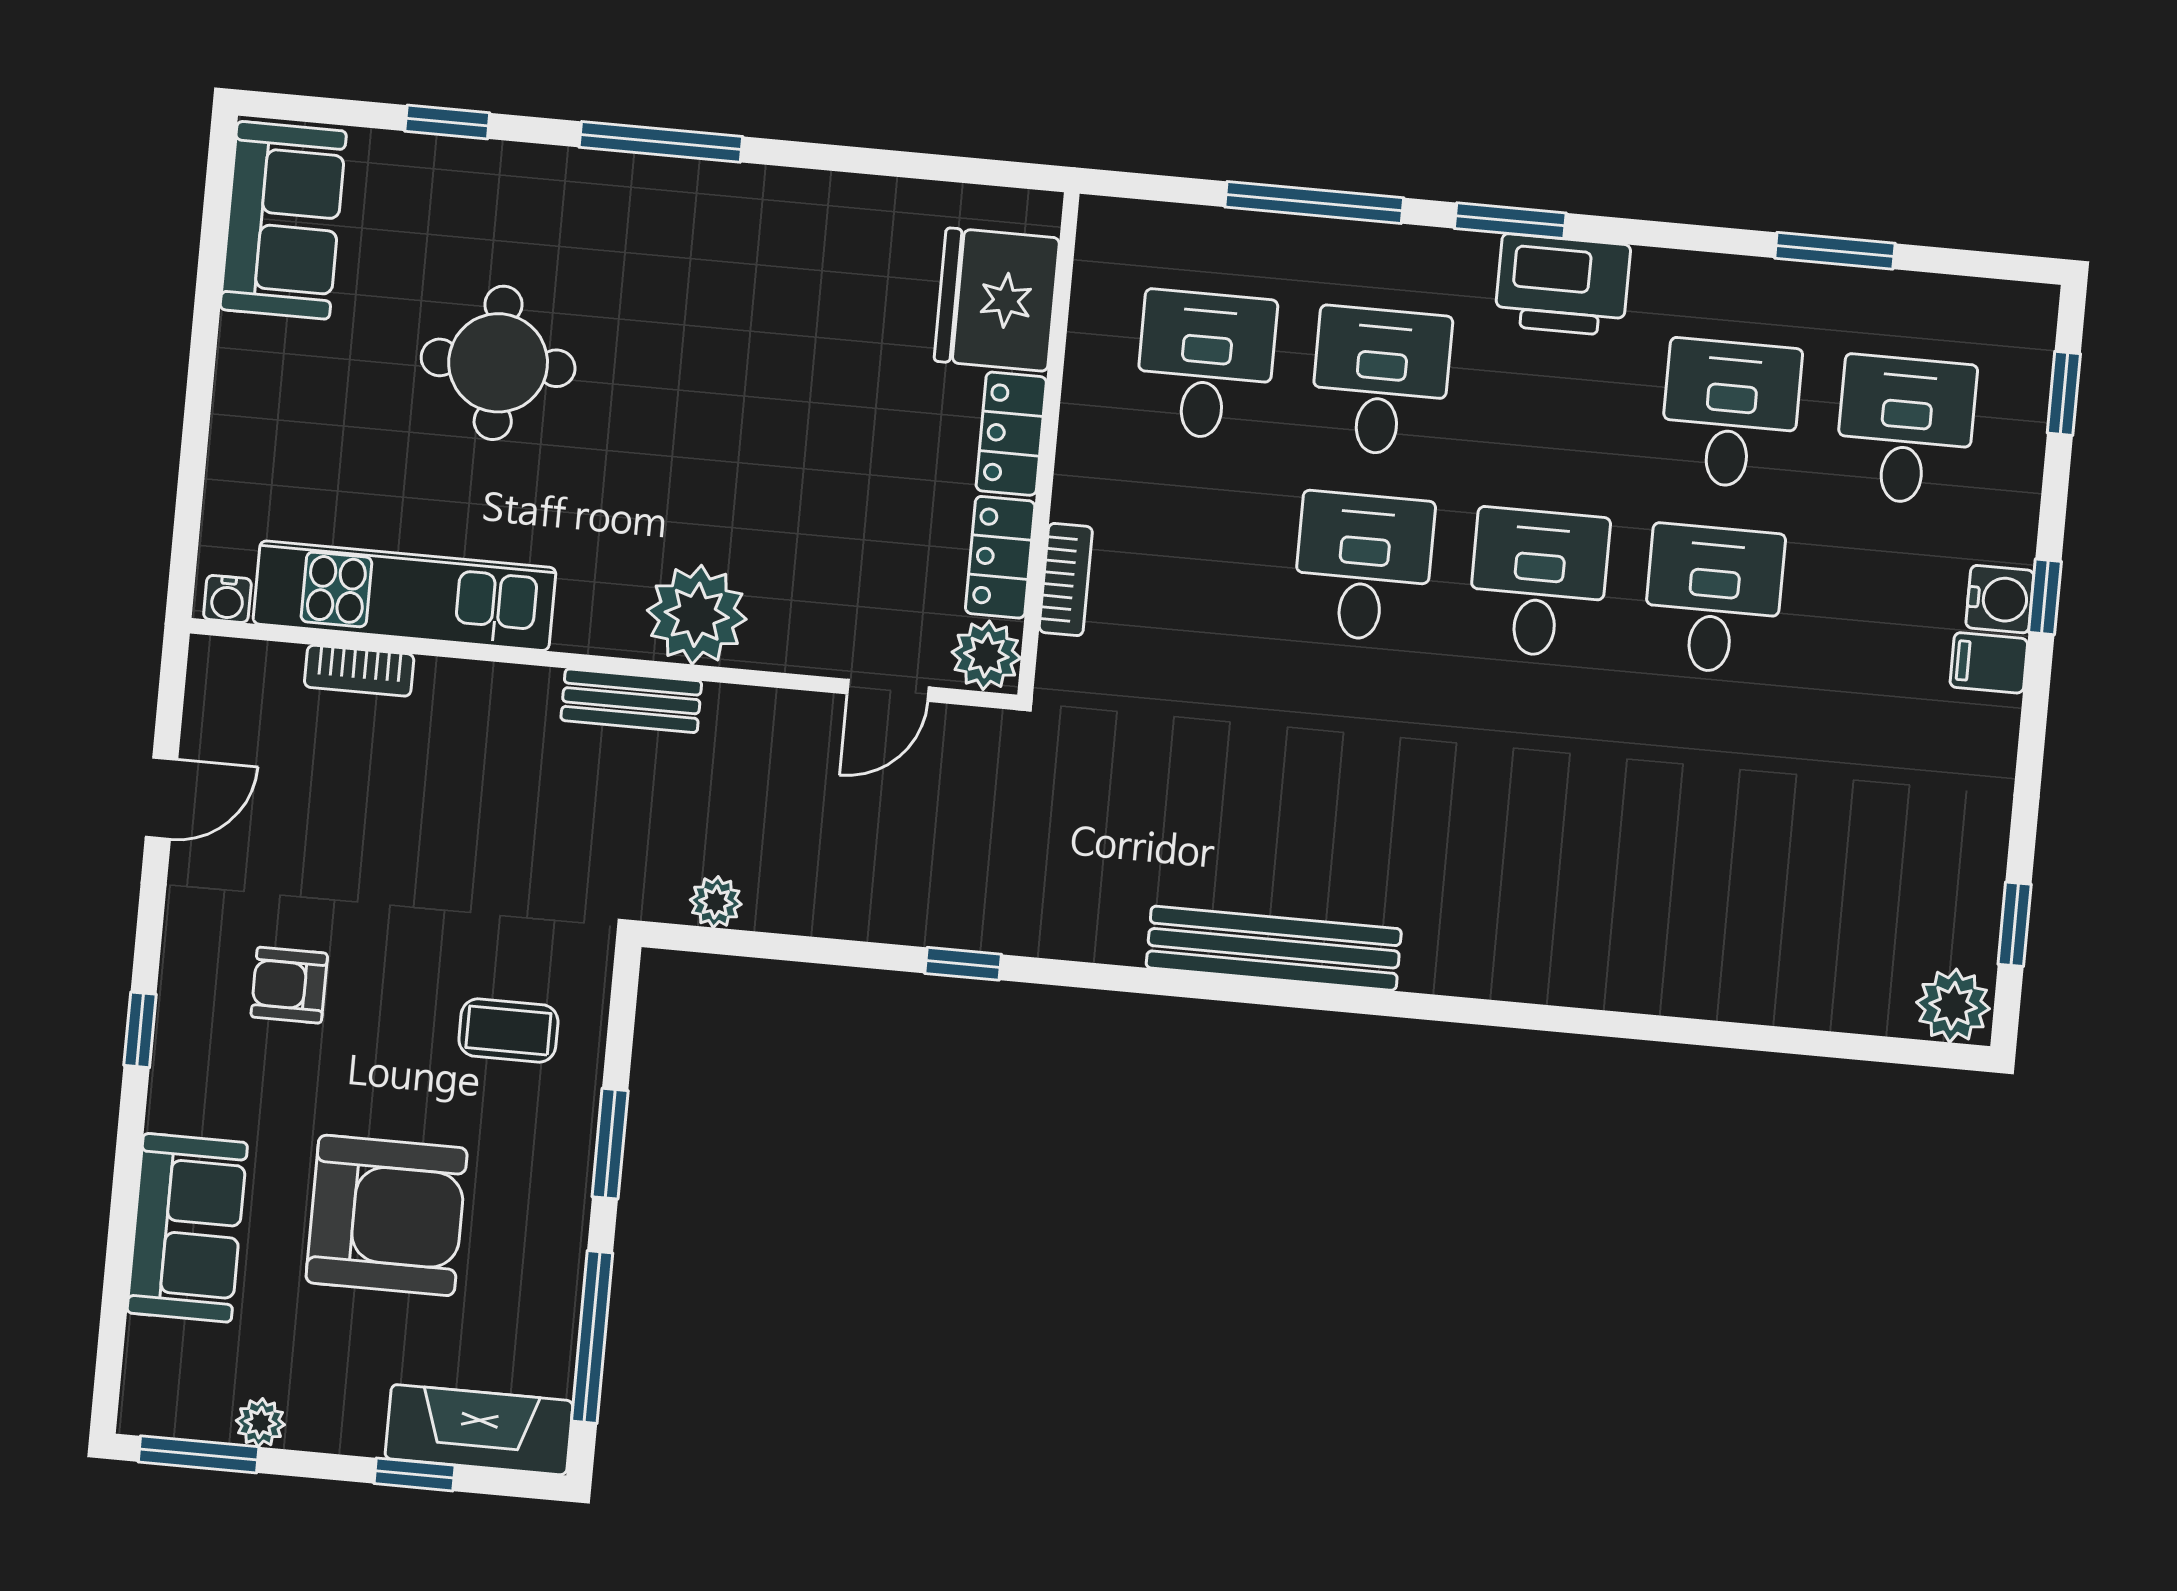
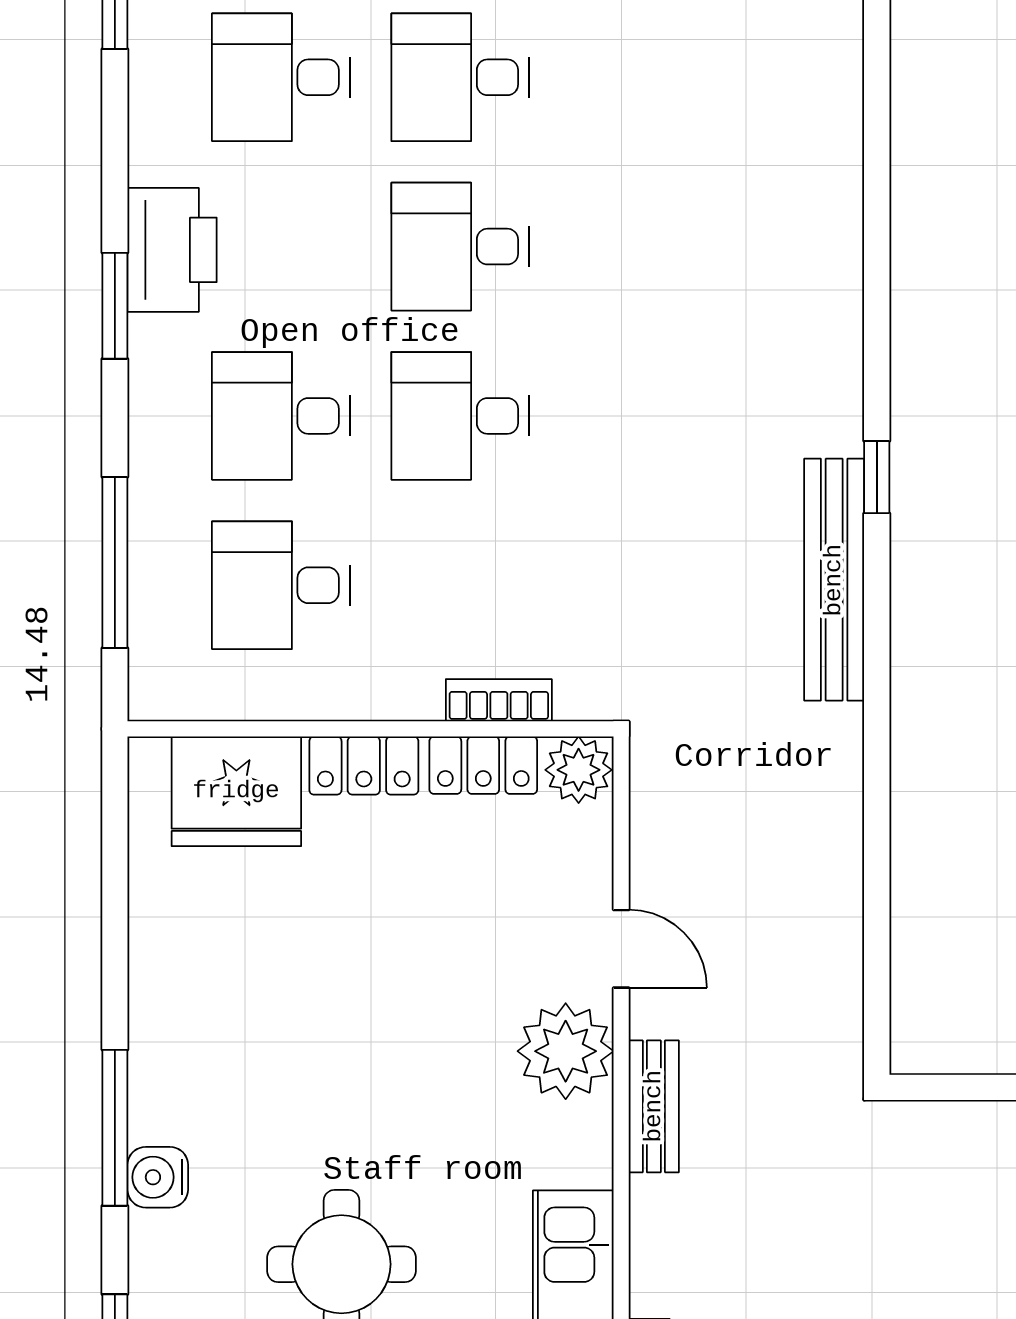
water cooler: (606, 181) -> (158, 1177), added
window: (1314, 202) -> (115, 563), moved
door: (888, 690) -> (621, 949), moved
plant: (716, 902) -> (839, 1007), removed
bench: (1274, 948) -> (834, 580), moved
window: (963, 964) -> (877, 477), moved
coffee table: (508, 1031) -> (981, 1195), removed

